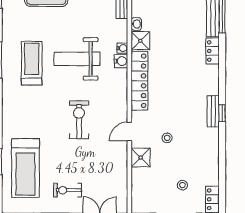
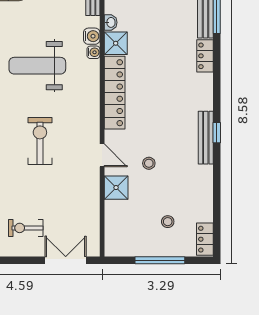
water cooler: (121, 61) -> (92, 36), moved
bench: (213, 111) -> (206, 138), width x1.36
door: (129, 132) -> (102, 155), swing flipped

